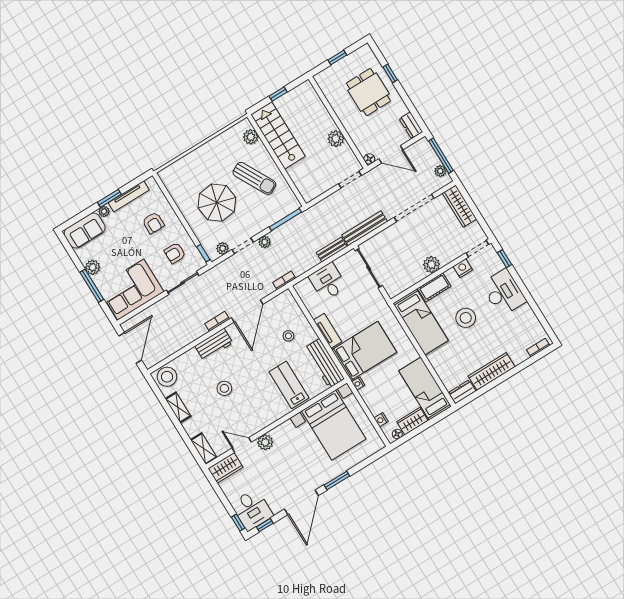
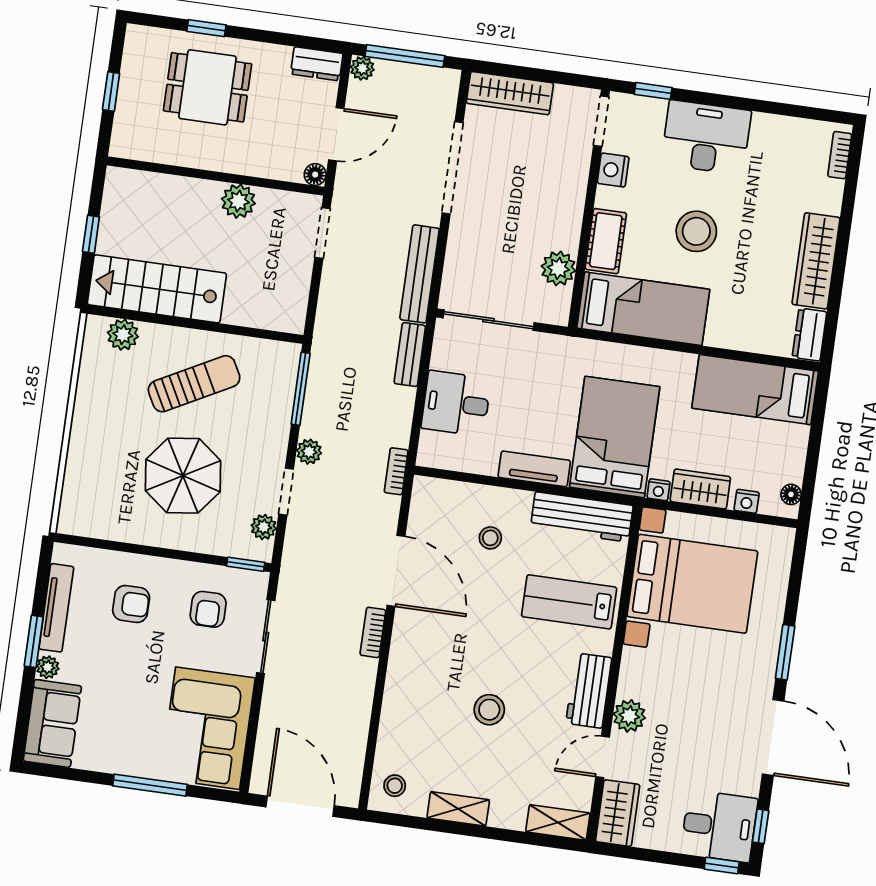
plant: (440, 171) -> (362, 68), moved
plant: (431, 264) -> (558, 268), moved
plant: (93, 267) -> (122, 759), removed
workbench: (214, 345) -> (589, 691), moved, turned 180
stool: (167, 377) -> (395, 786), width x0.53, depth x0.53
wardrobe: (412, 421) -> (700, 489), moved, turned 90

